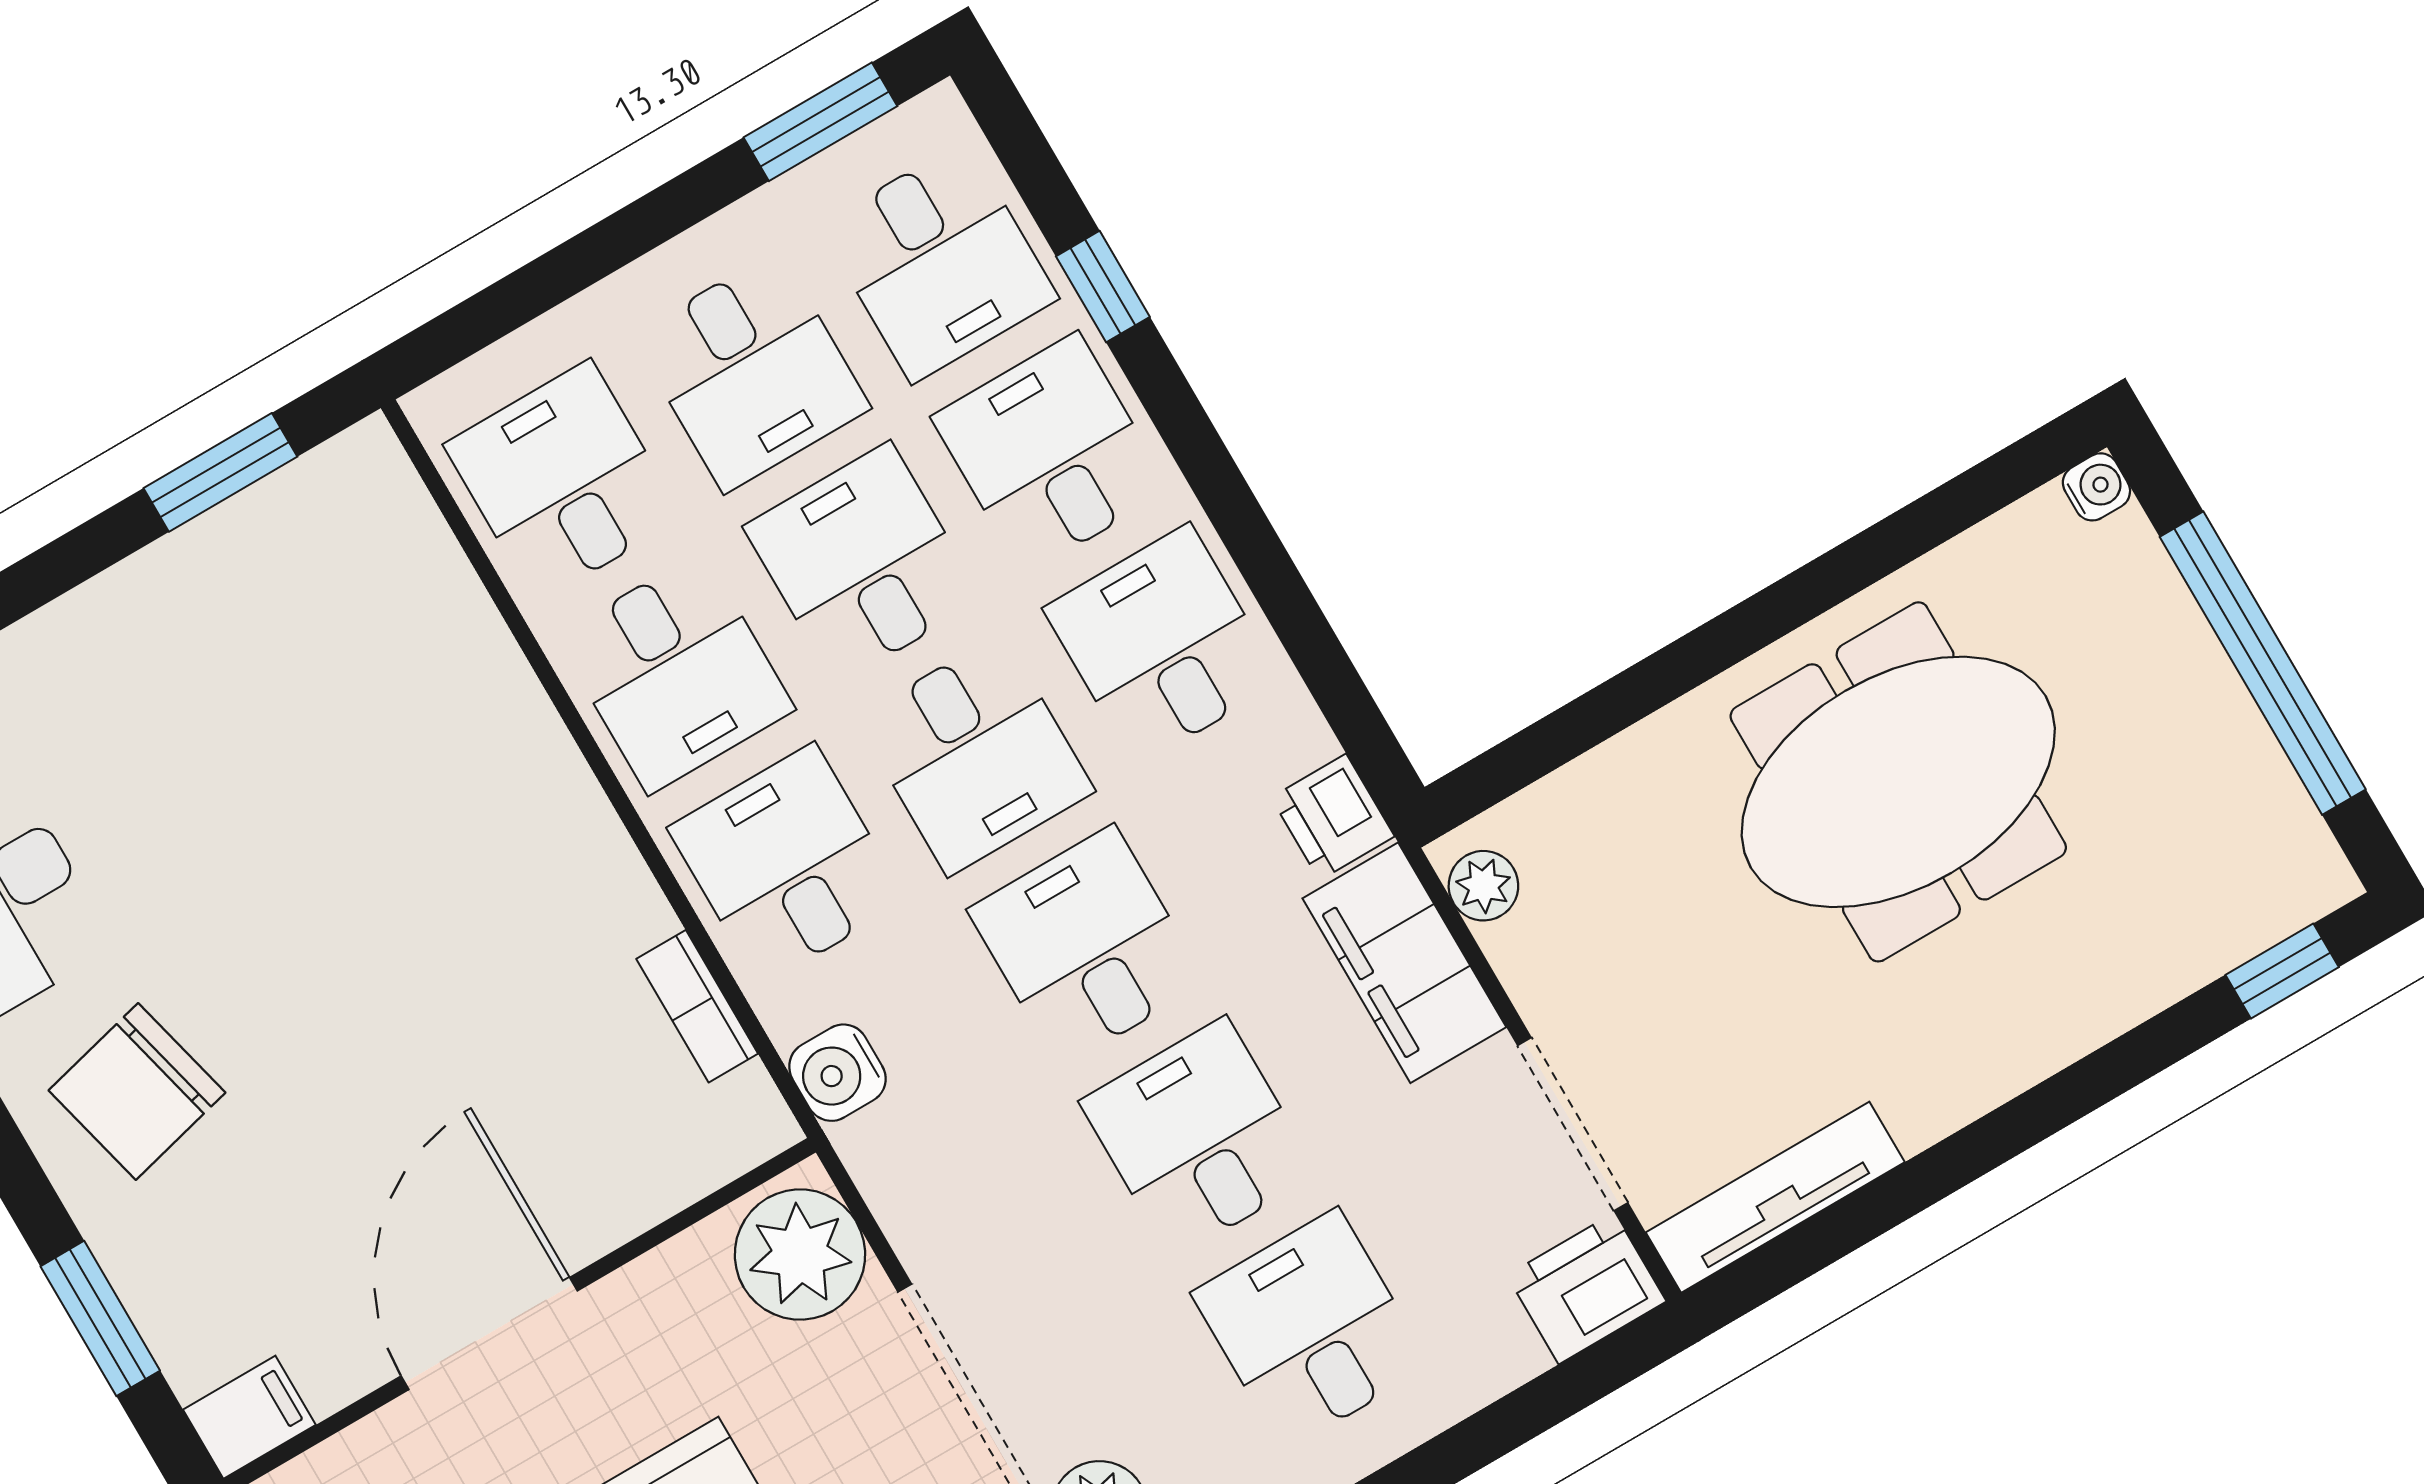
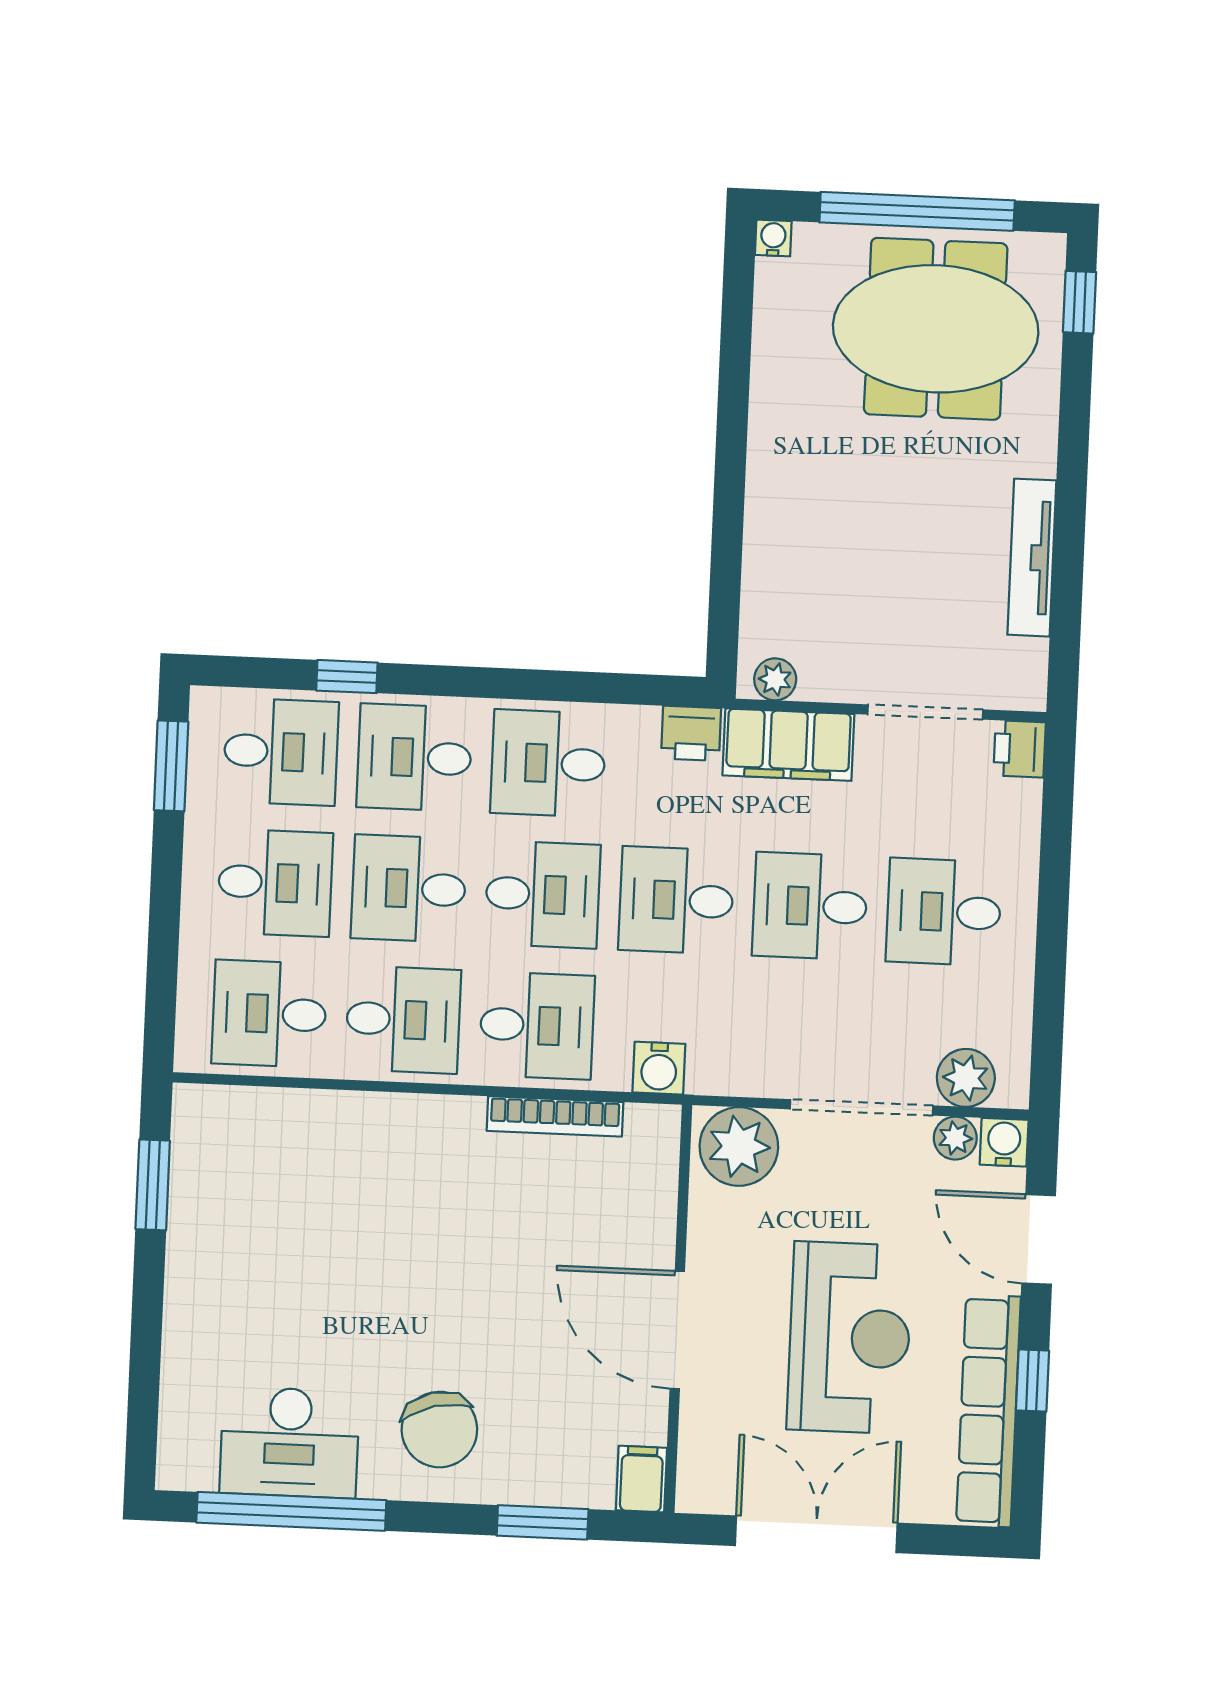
meeting table: (1898, 782) -> (936, 329), moved, turned 90
desk: (787, 864) -> (537, 1025), turned 180
bookcase: (697, 1006) -> (555, 1116), width x1.56
tv unit: (1775, 1197) -> (1032, 558), moved
printer: (1586, 1288) -> (1020, 749), width x0.73, depth x0.81

